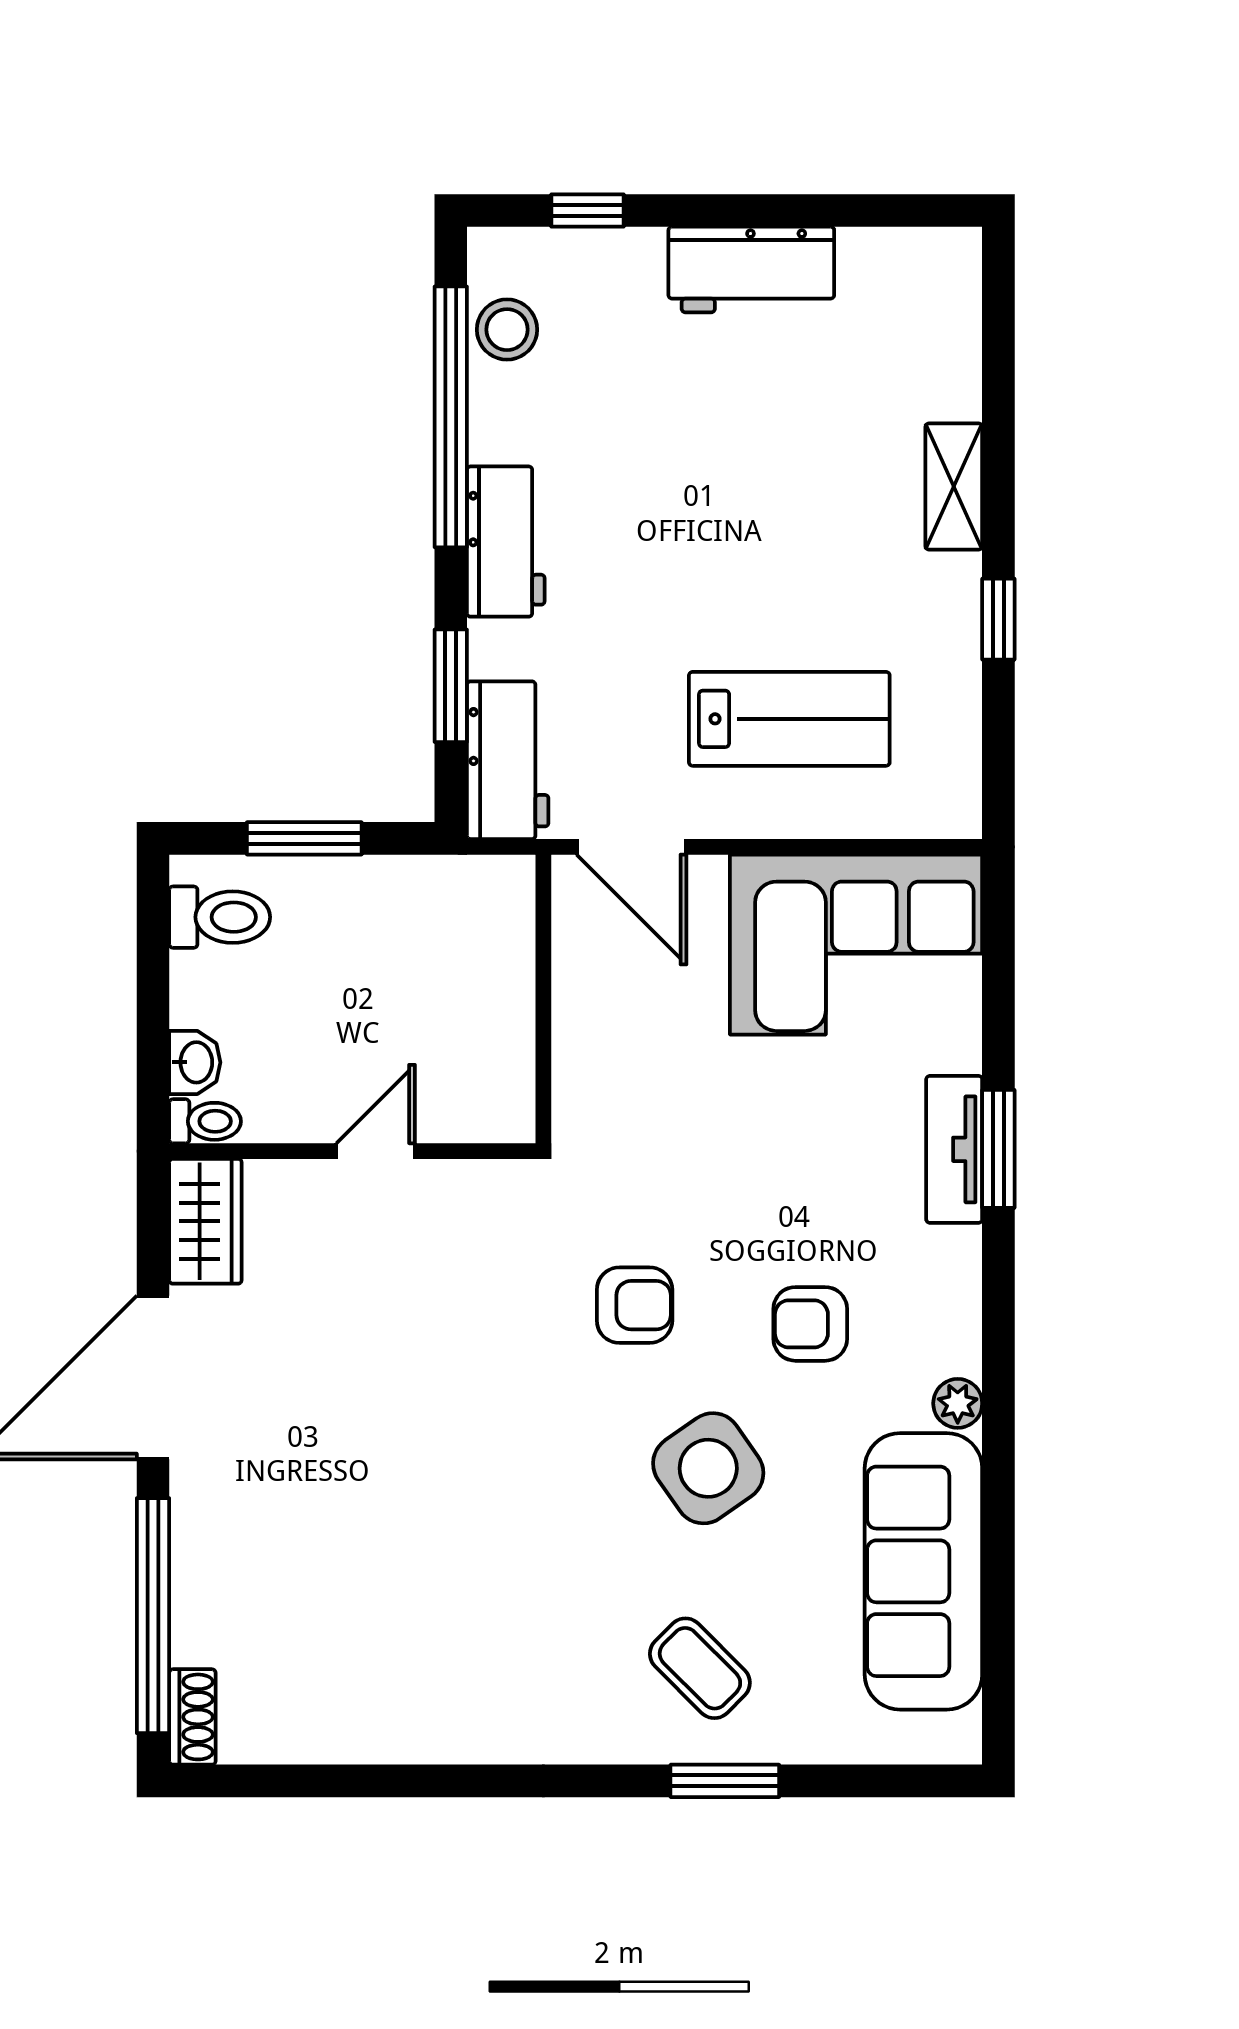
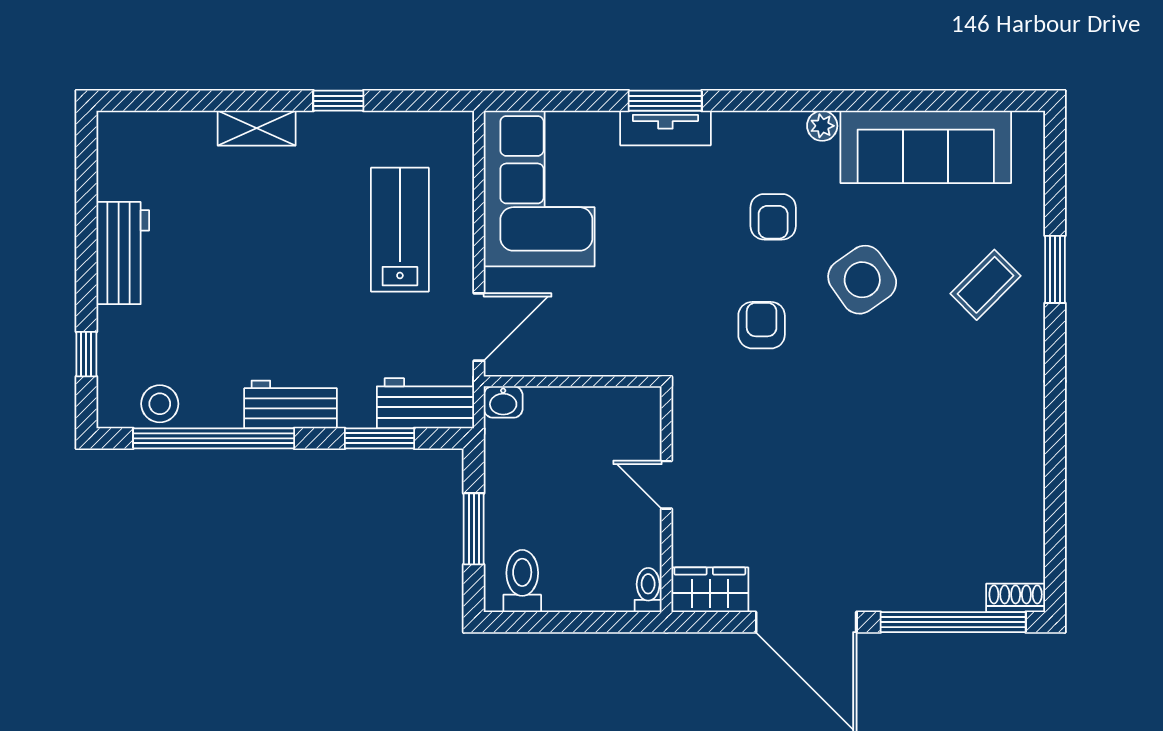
washbasin: (195, 1062) -> (503, 402), moved, turned 180

